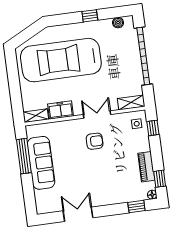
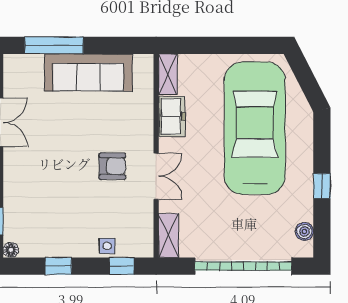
side table: (137, 124) -> (107, 246), moved
armchair: (95, 141) -> (112, 166), turned -90
window: (24, 156) -> (54, 45), moved
piano: (146, 167) -> (59, 246), removed
window: (160, 179) -> (58, 266), moved

